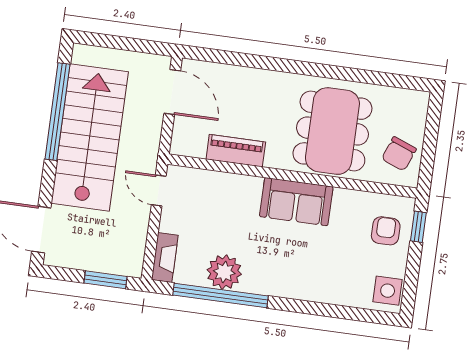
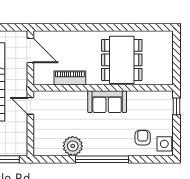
chair: (399, 154) -> (160, 67), removed
armchair: (386, 231) -> (143, 138), moved
fireplace: (165, 257) -> (39, 142), removed
window: (220, 295) -> (102, 159), moved

